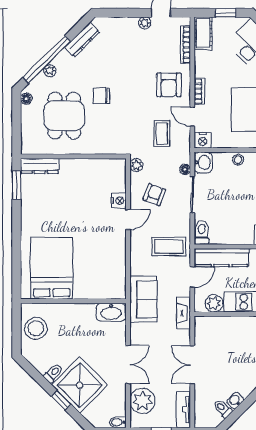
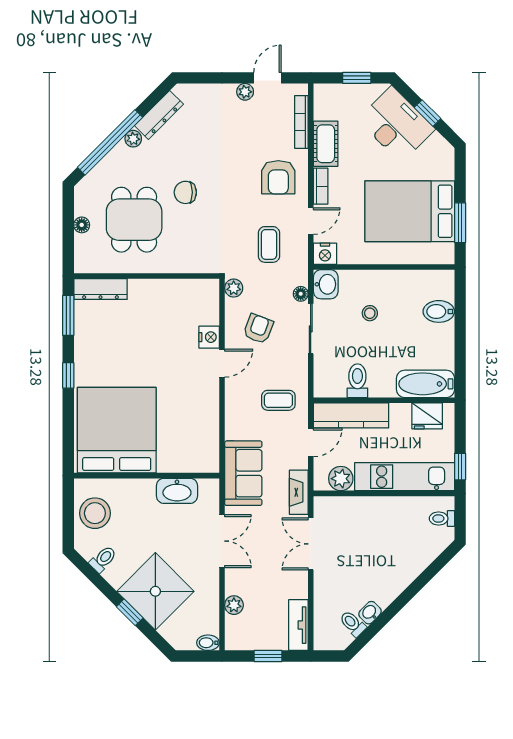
cot: (203, 33) -> (326, 144), moved
plant: (50, 71) -> (133, 139), moved
floor lamp: (26, 99) -> (82, 225), moved
door: (192, 117) -> (311, 221), swing flipped
stool: (238, 160) -> (370, 313), moved
window: (16, 229) -> (68, 375), added
toilet: (202, 232) -> (357, 381), moved
coffee table: (169, 247) -> (278, 400), width x0.73, depth x0.77
bed: (52, 268) -> (117, 430), width x1.36
washbasin: (111, 312) -> (177, 491), moved
double door: (128, 365) -> (222, 541), moved
double door: (192, 365) -> (311, 544), moved
toilet: (53, 373) -> (103, 559), moved
plant: (143, 401) -> (234, 605), width x0.53, depth x0.53

